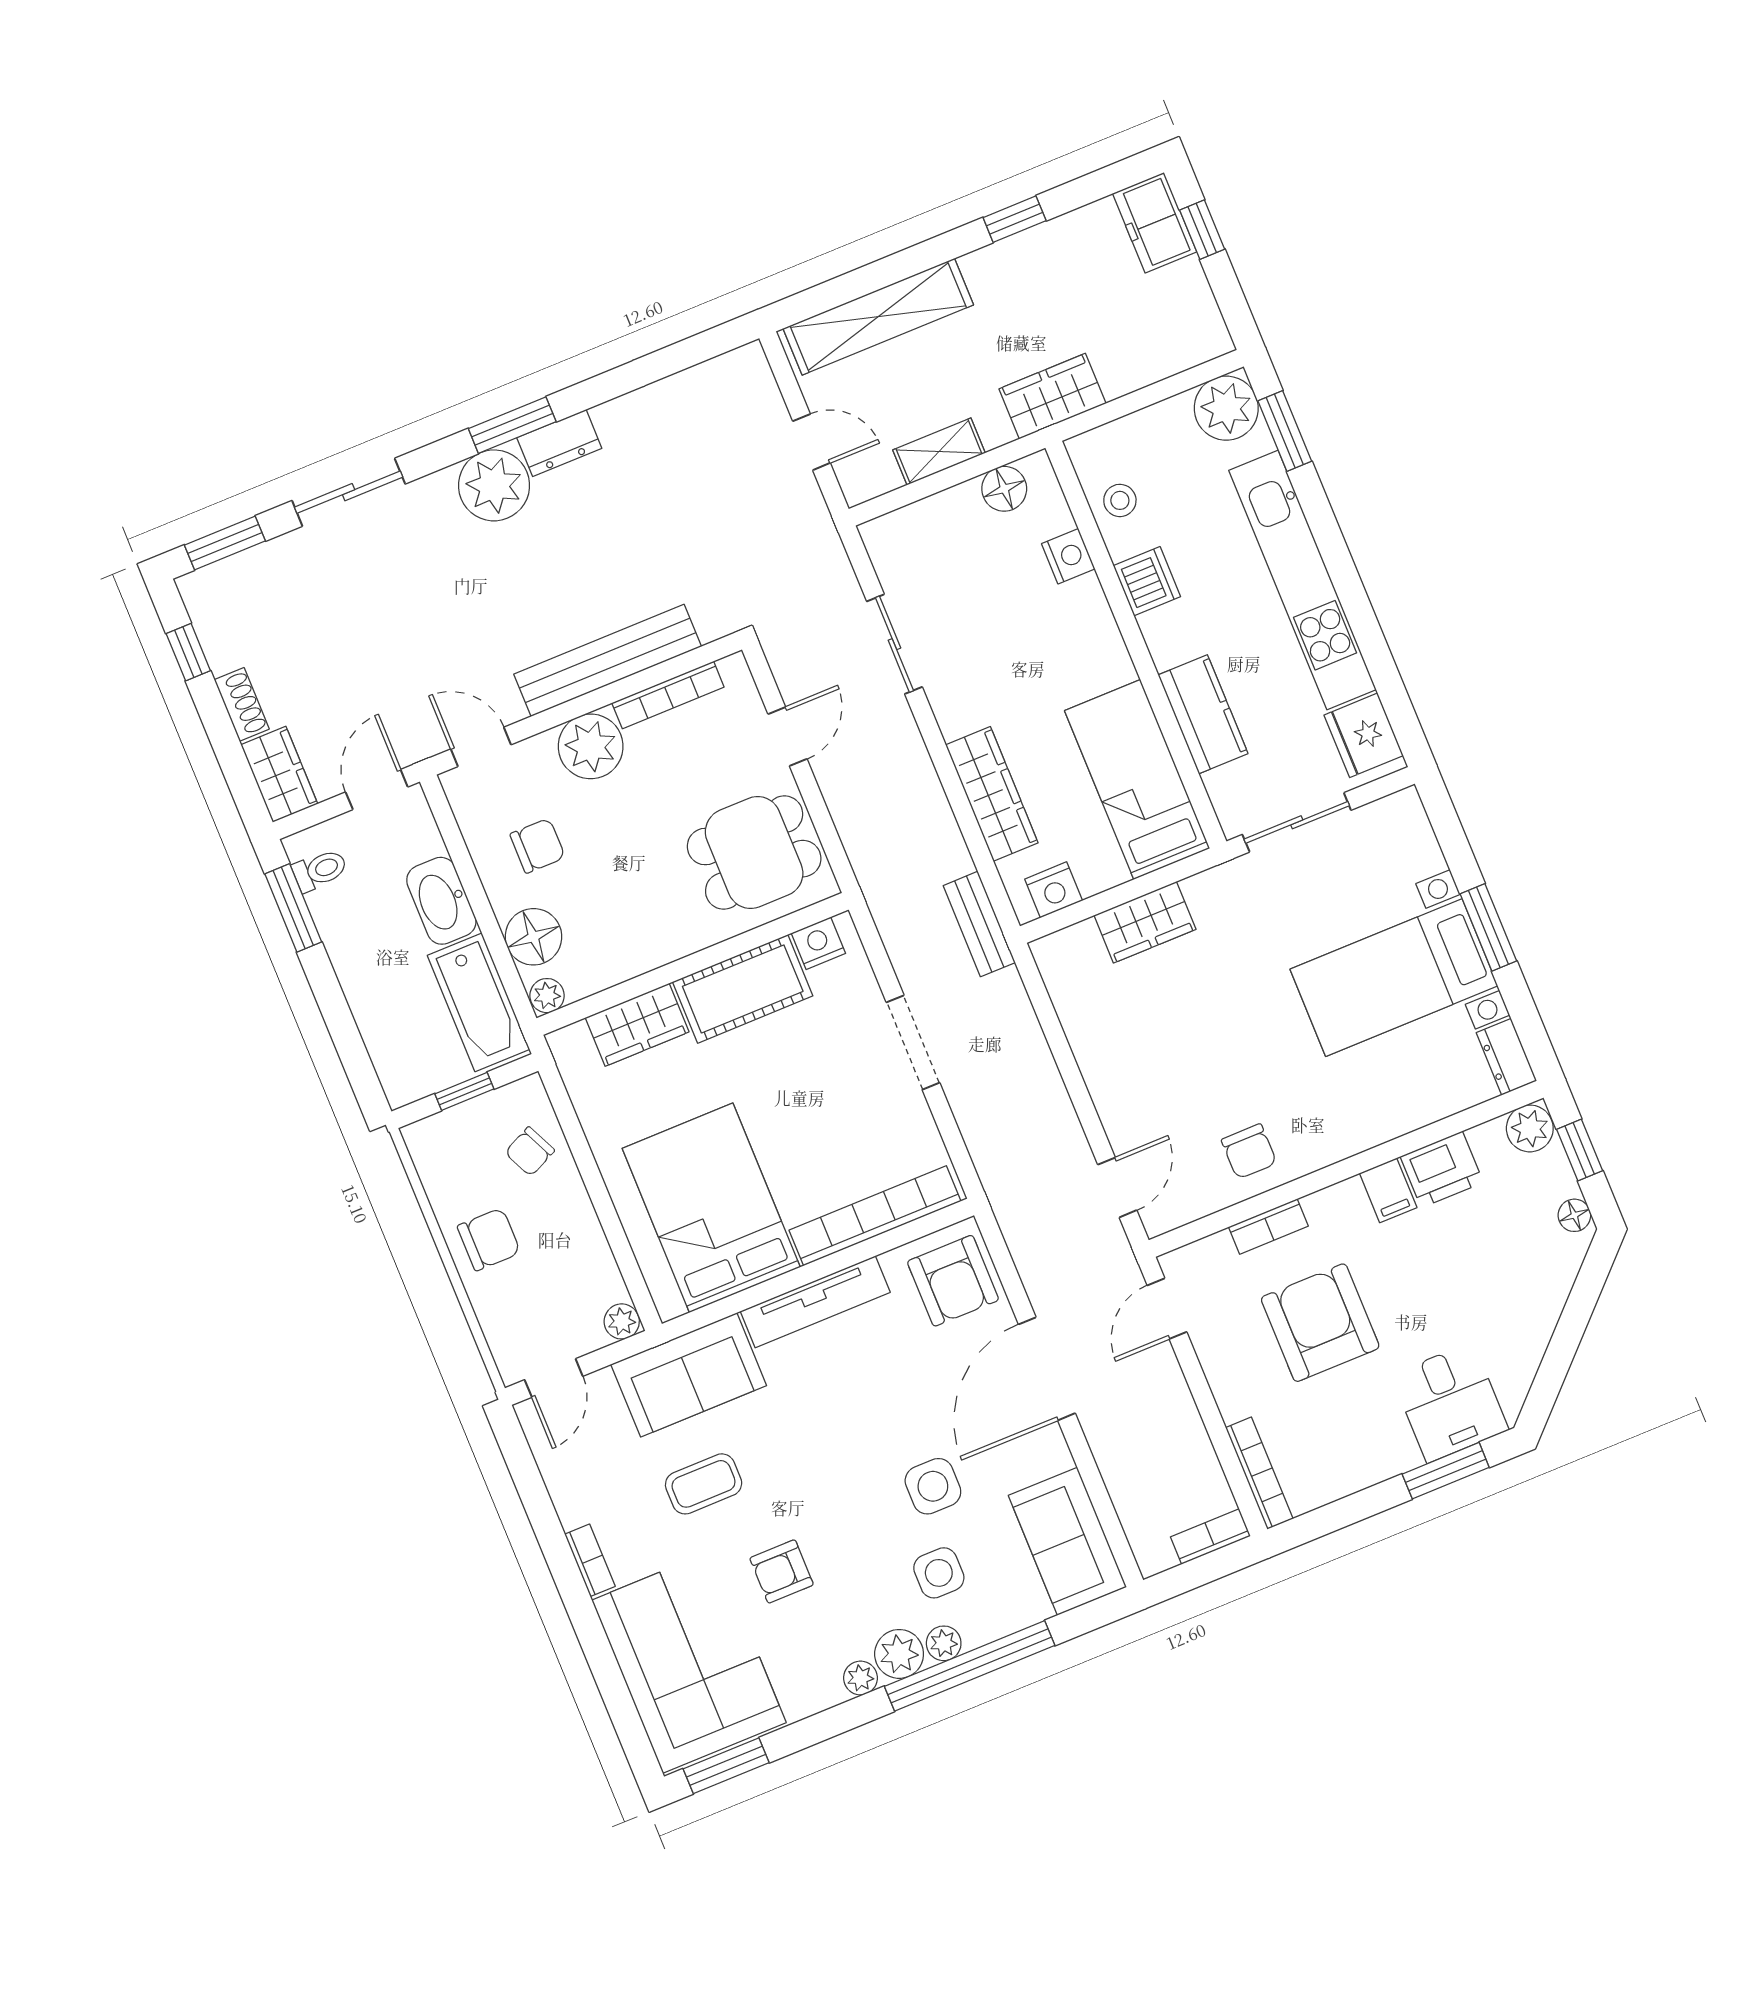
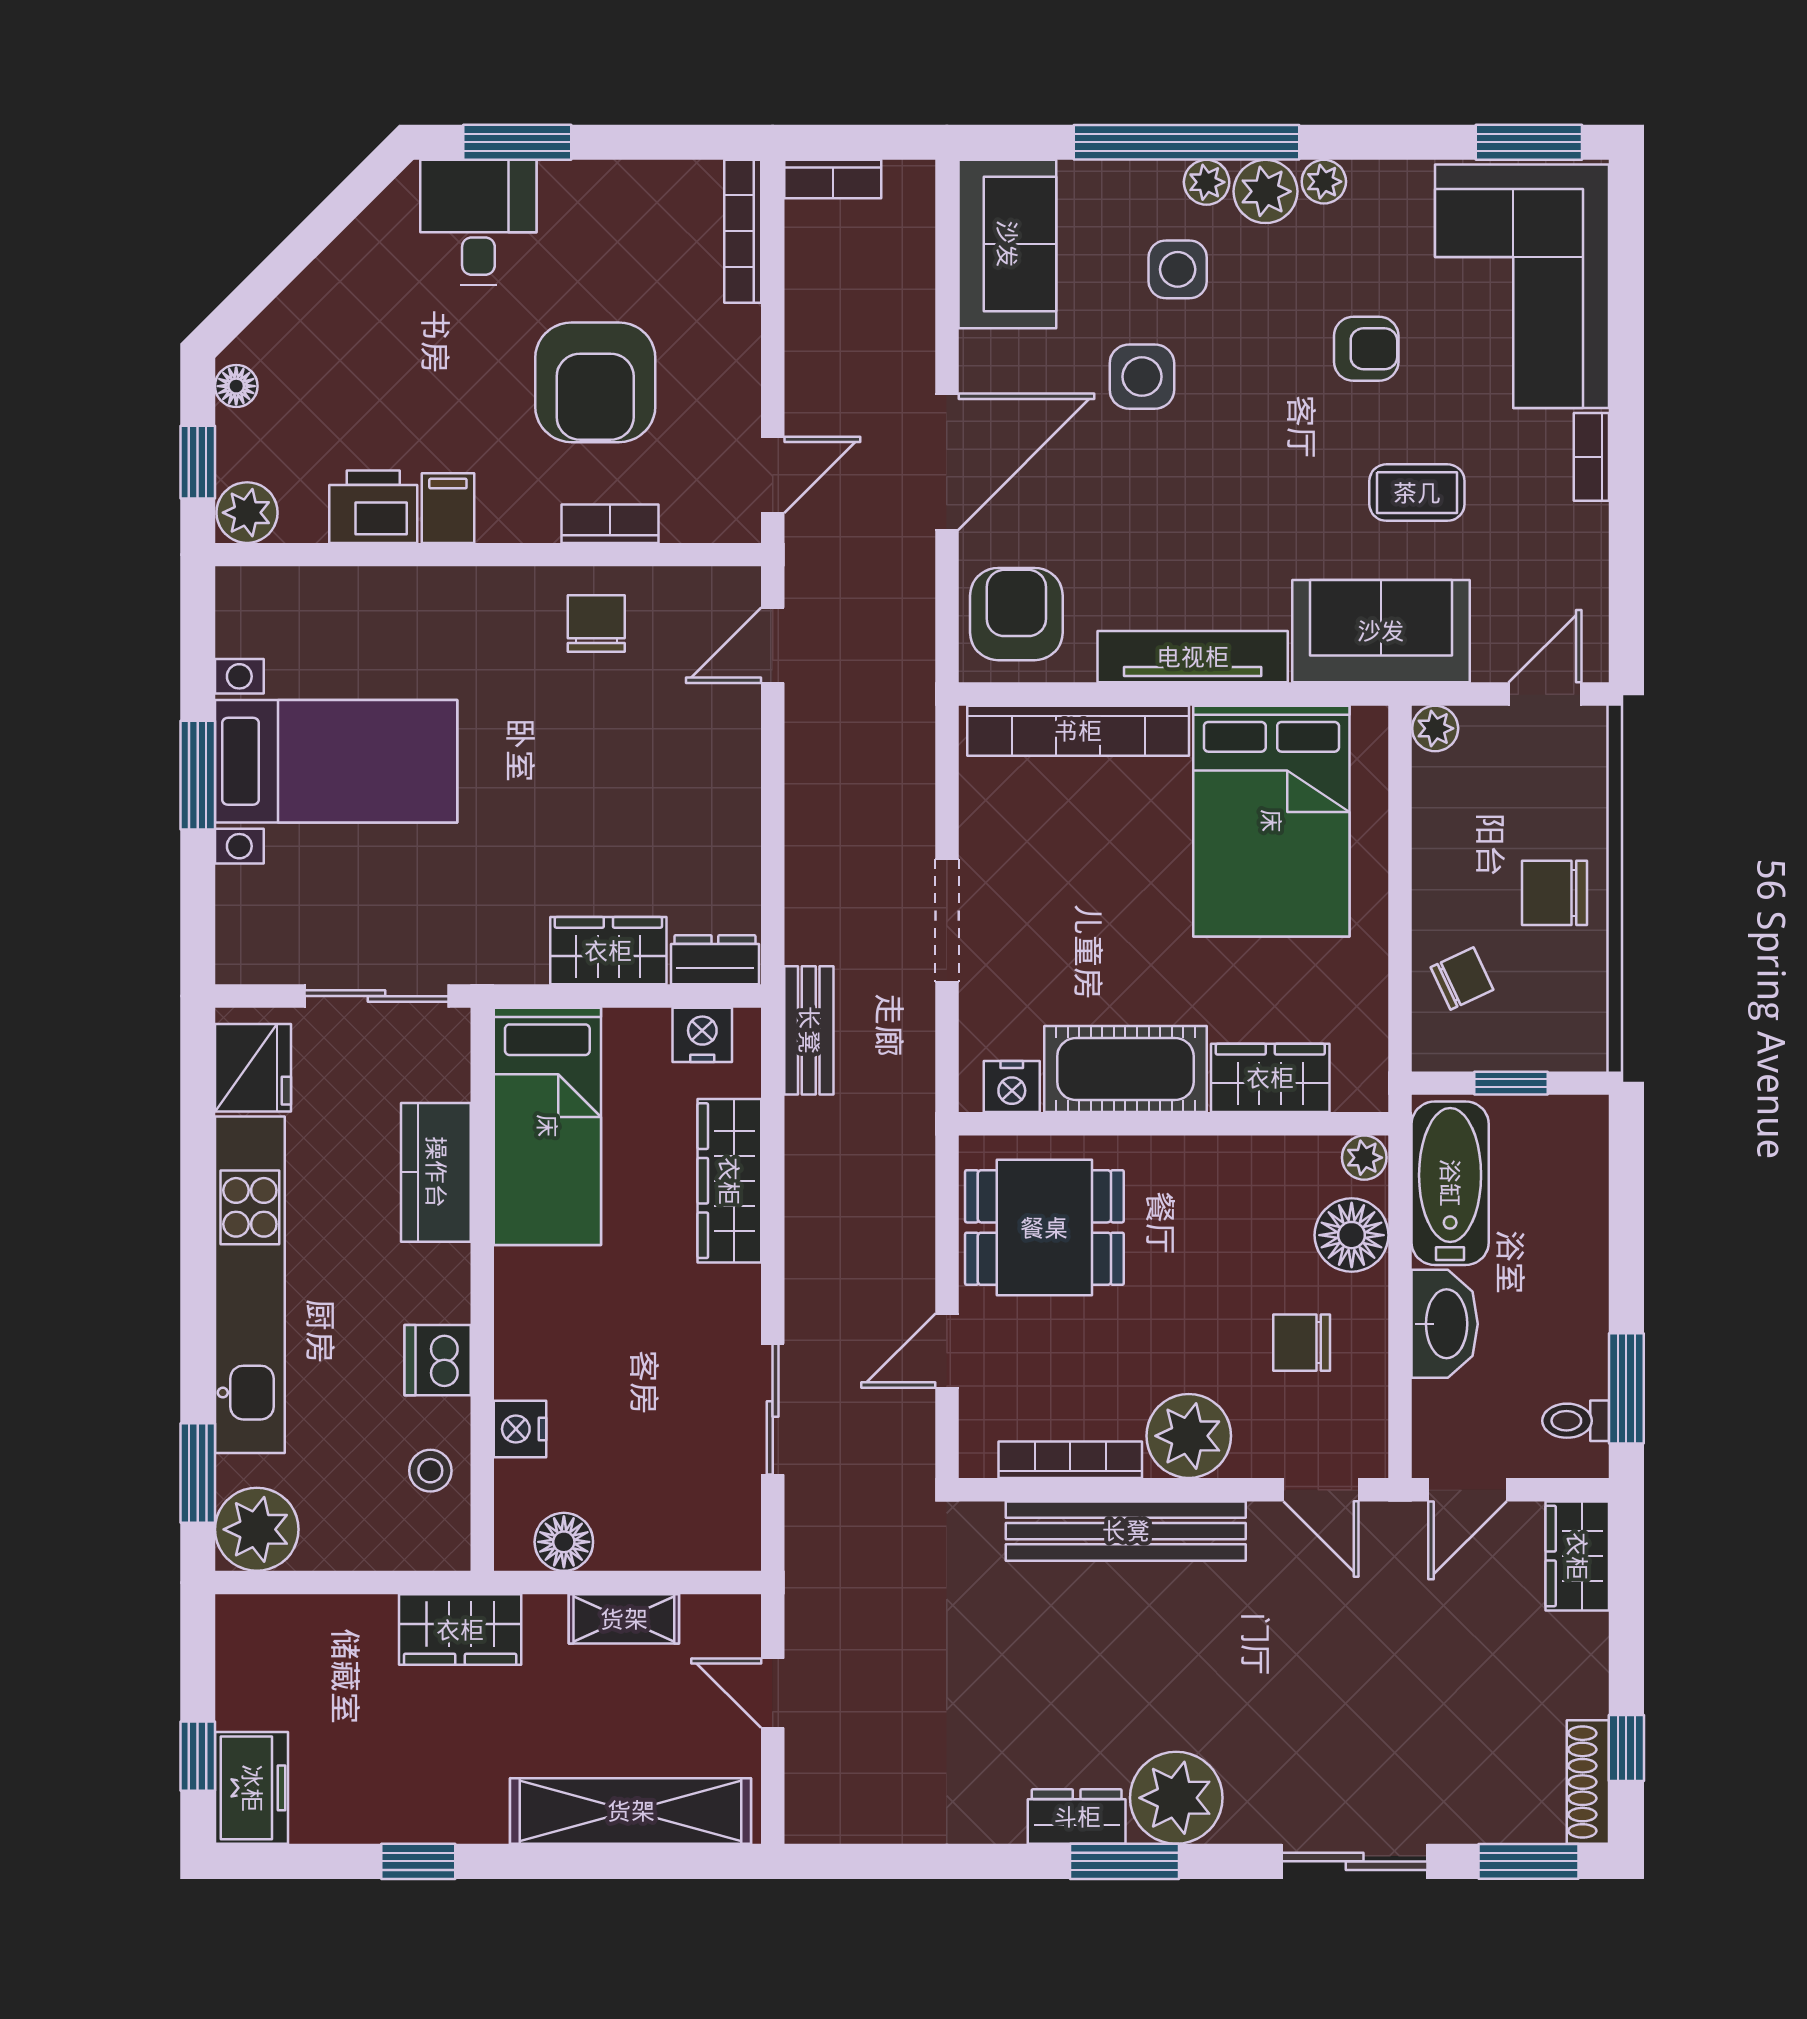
shoe rack: (242, 704) -> (1588, 1782), moved, width x1.43
dresser: (1506, 1057) -> (715, 960), moved, turned -90

